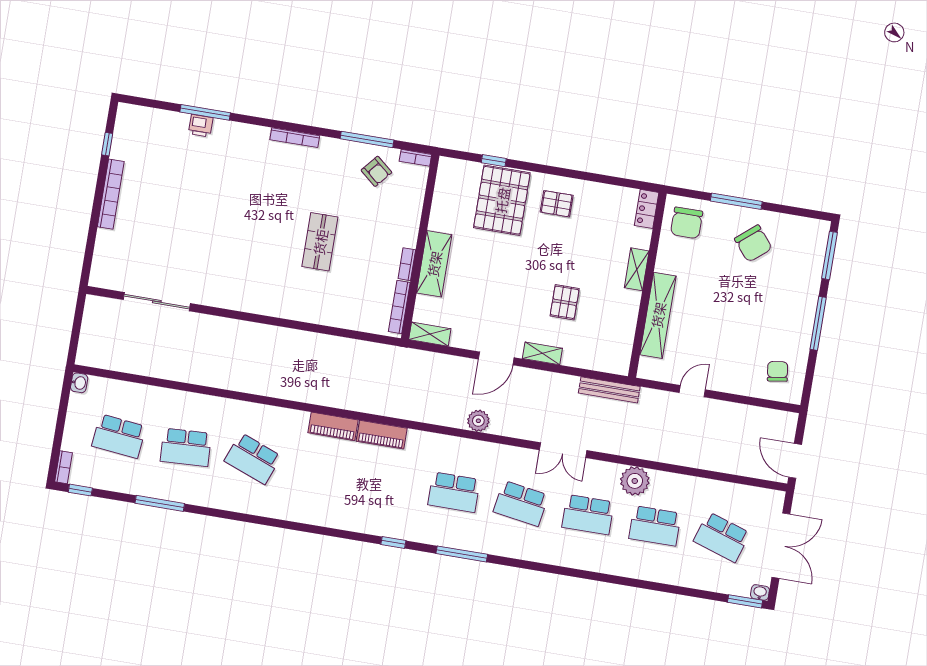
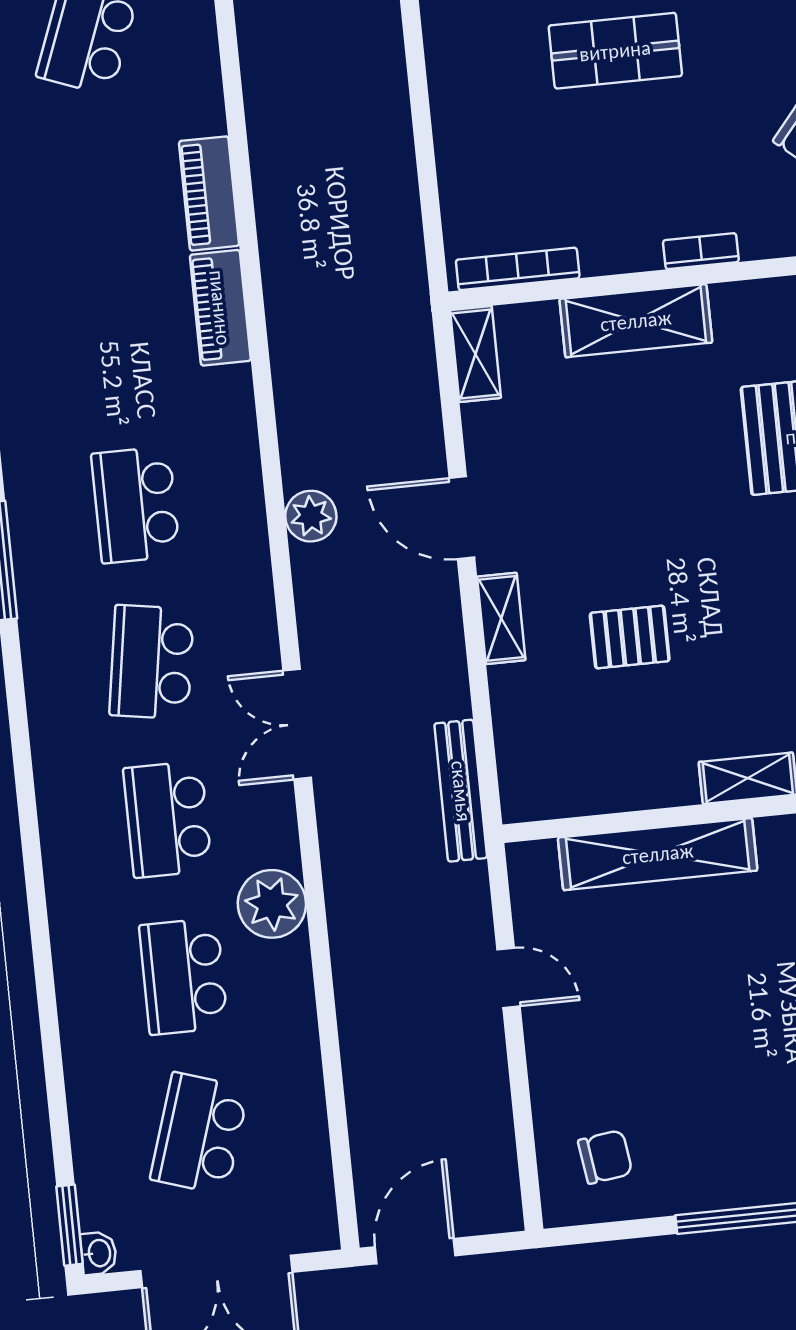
bookcase: (407, 264) -> (701, 251), moved

